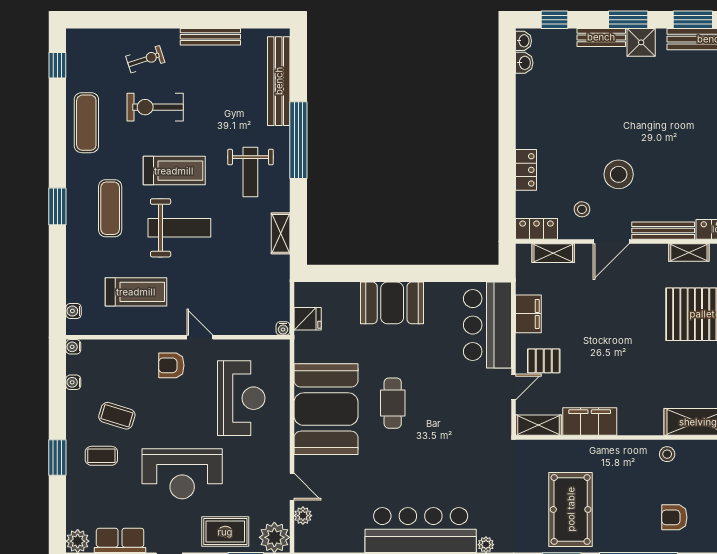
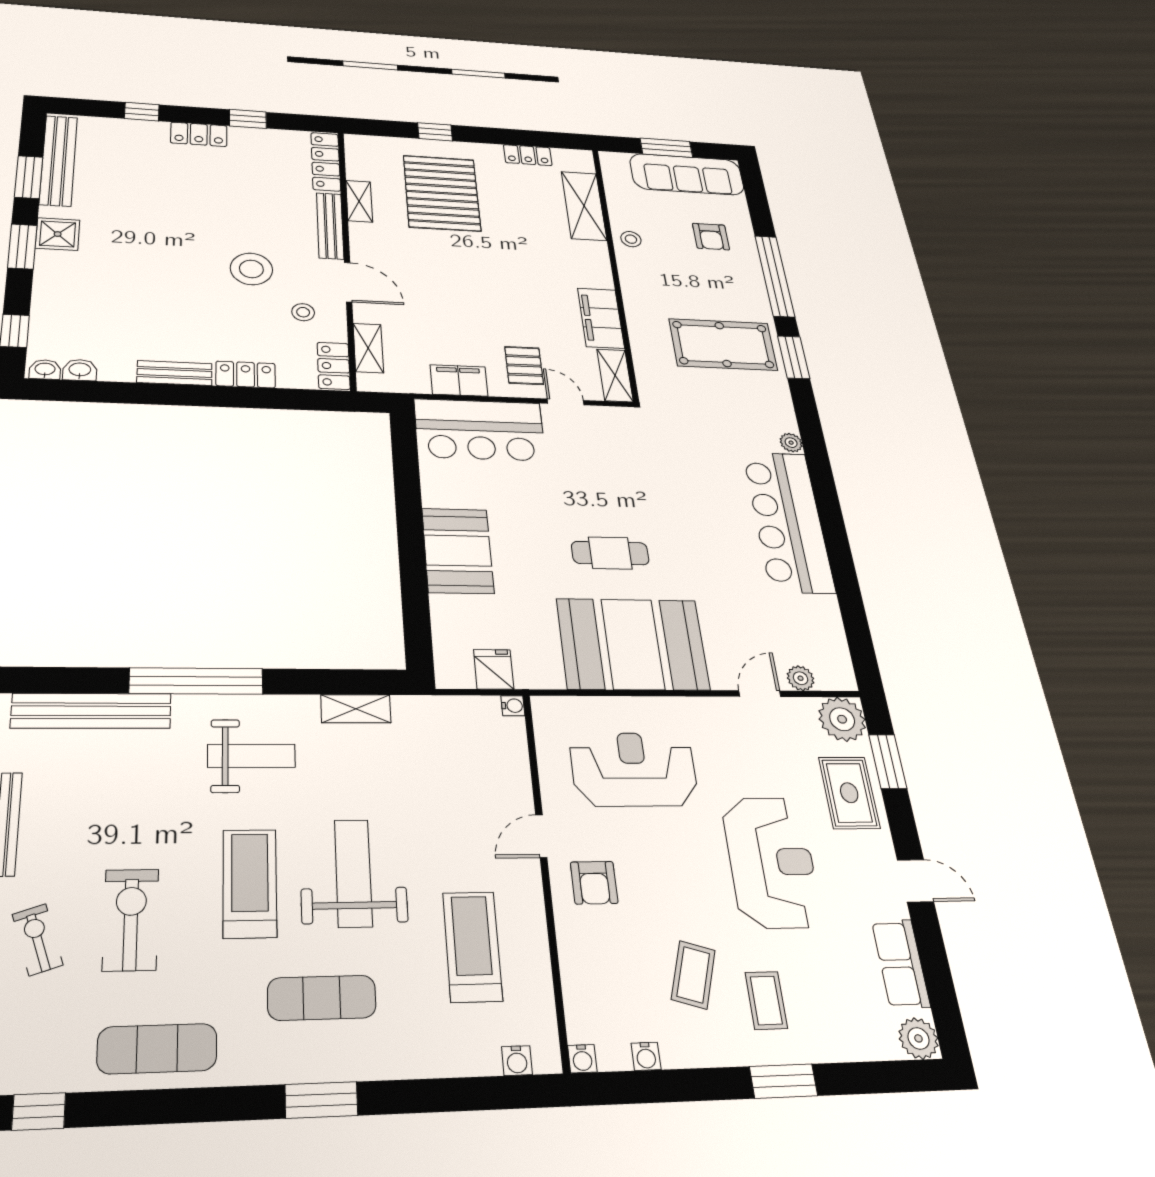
bench: (601, 37) -> (175, 373), moved, turned 90
exercise bike: (155, 107) -> (131, 919), turned 180

